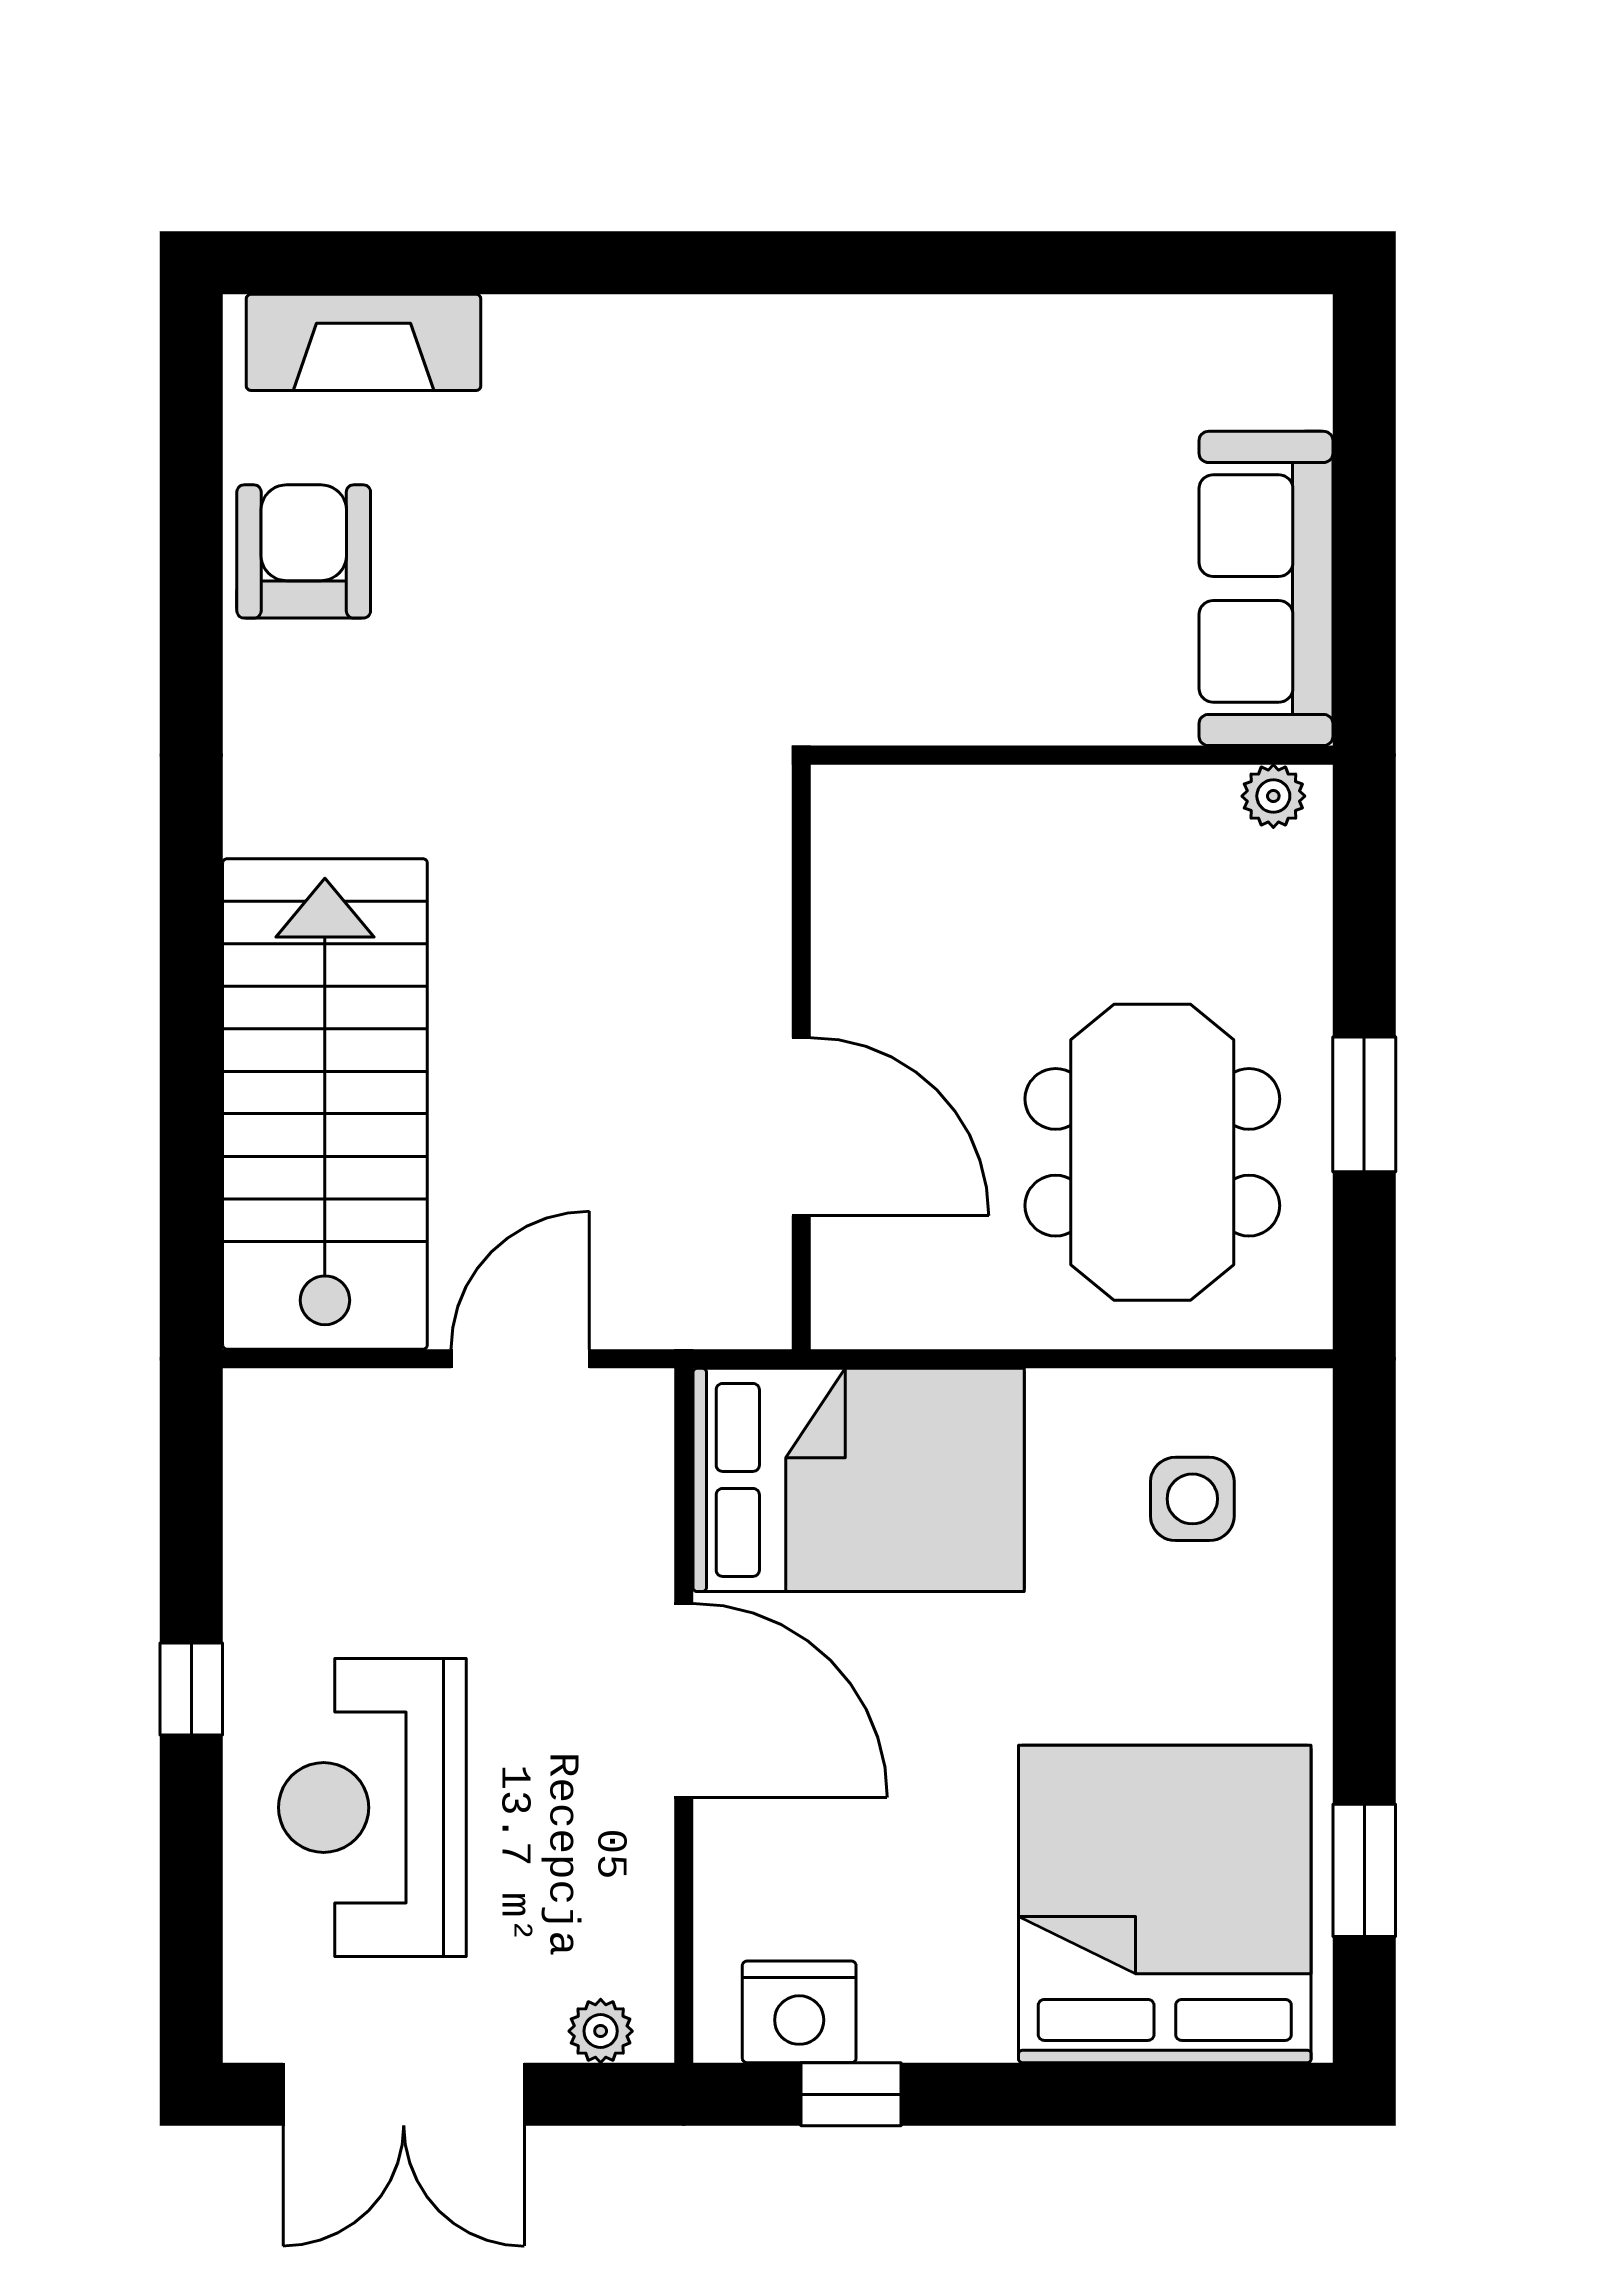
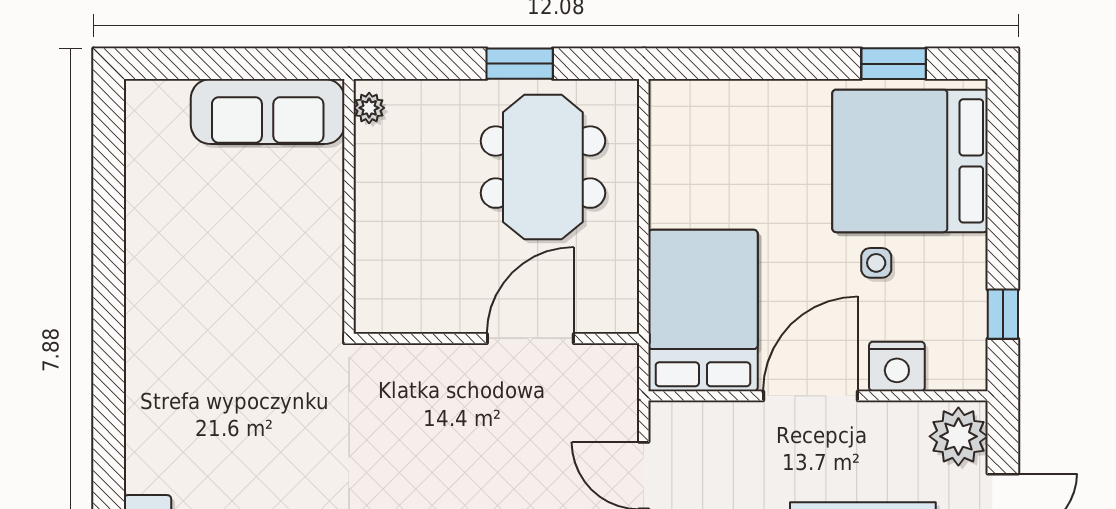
meeting table: (1152, 1152) -> (543, 167), turned 90
side table: (1192, 1499) -> (876, 263), moved, width x0.73, depth x0.73
nightstand: (799, 2012) -> (897, 366), moved, turned 90
plant: (601, 2031) -> (958, 436), width x1.88, depth x1.88

